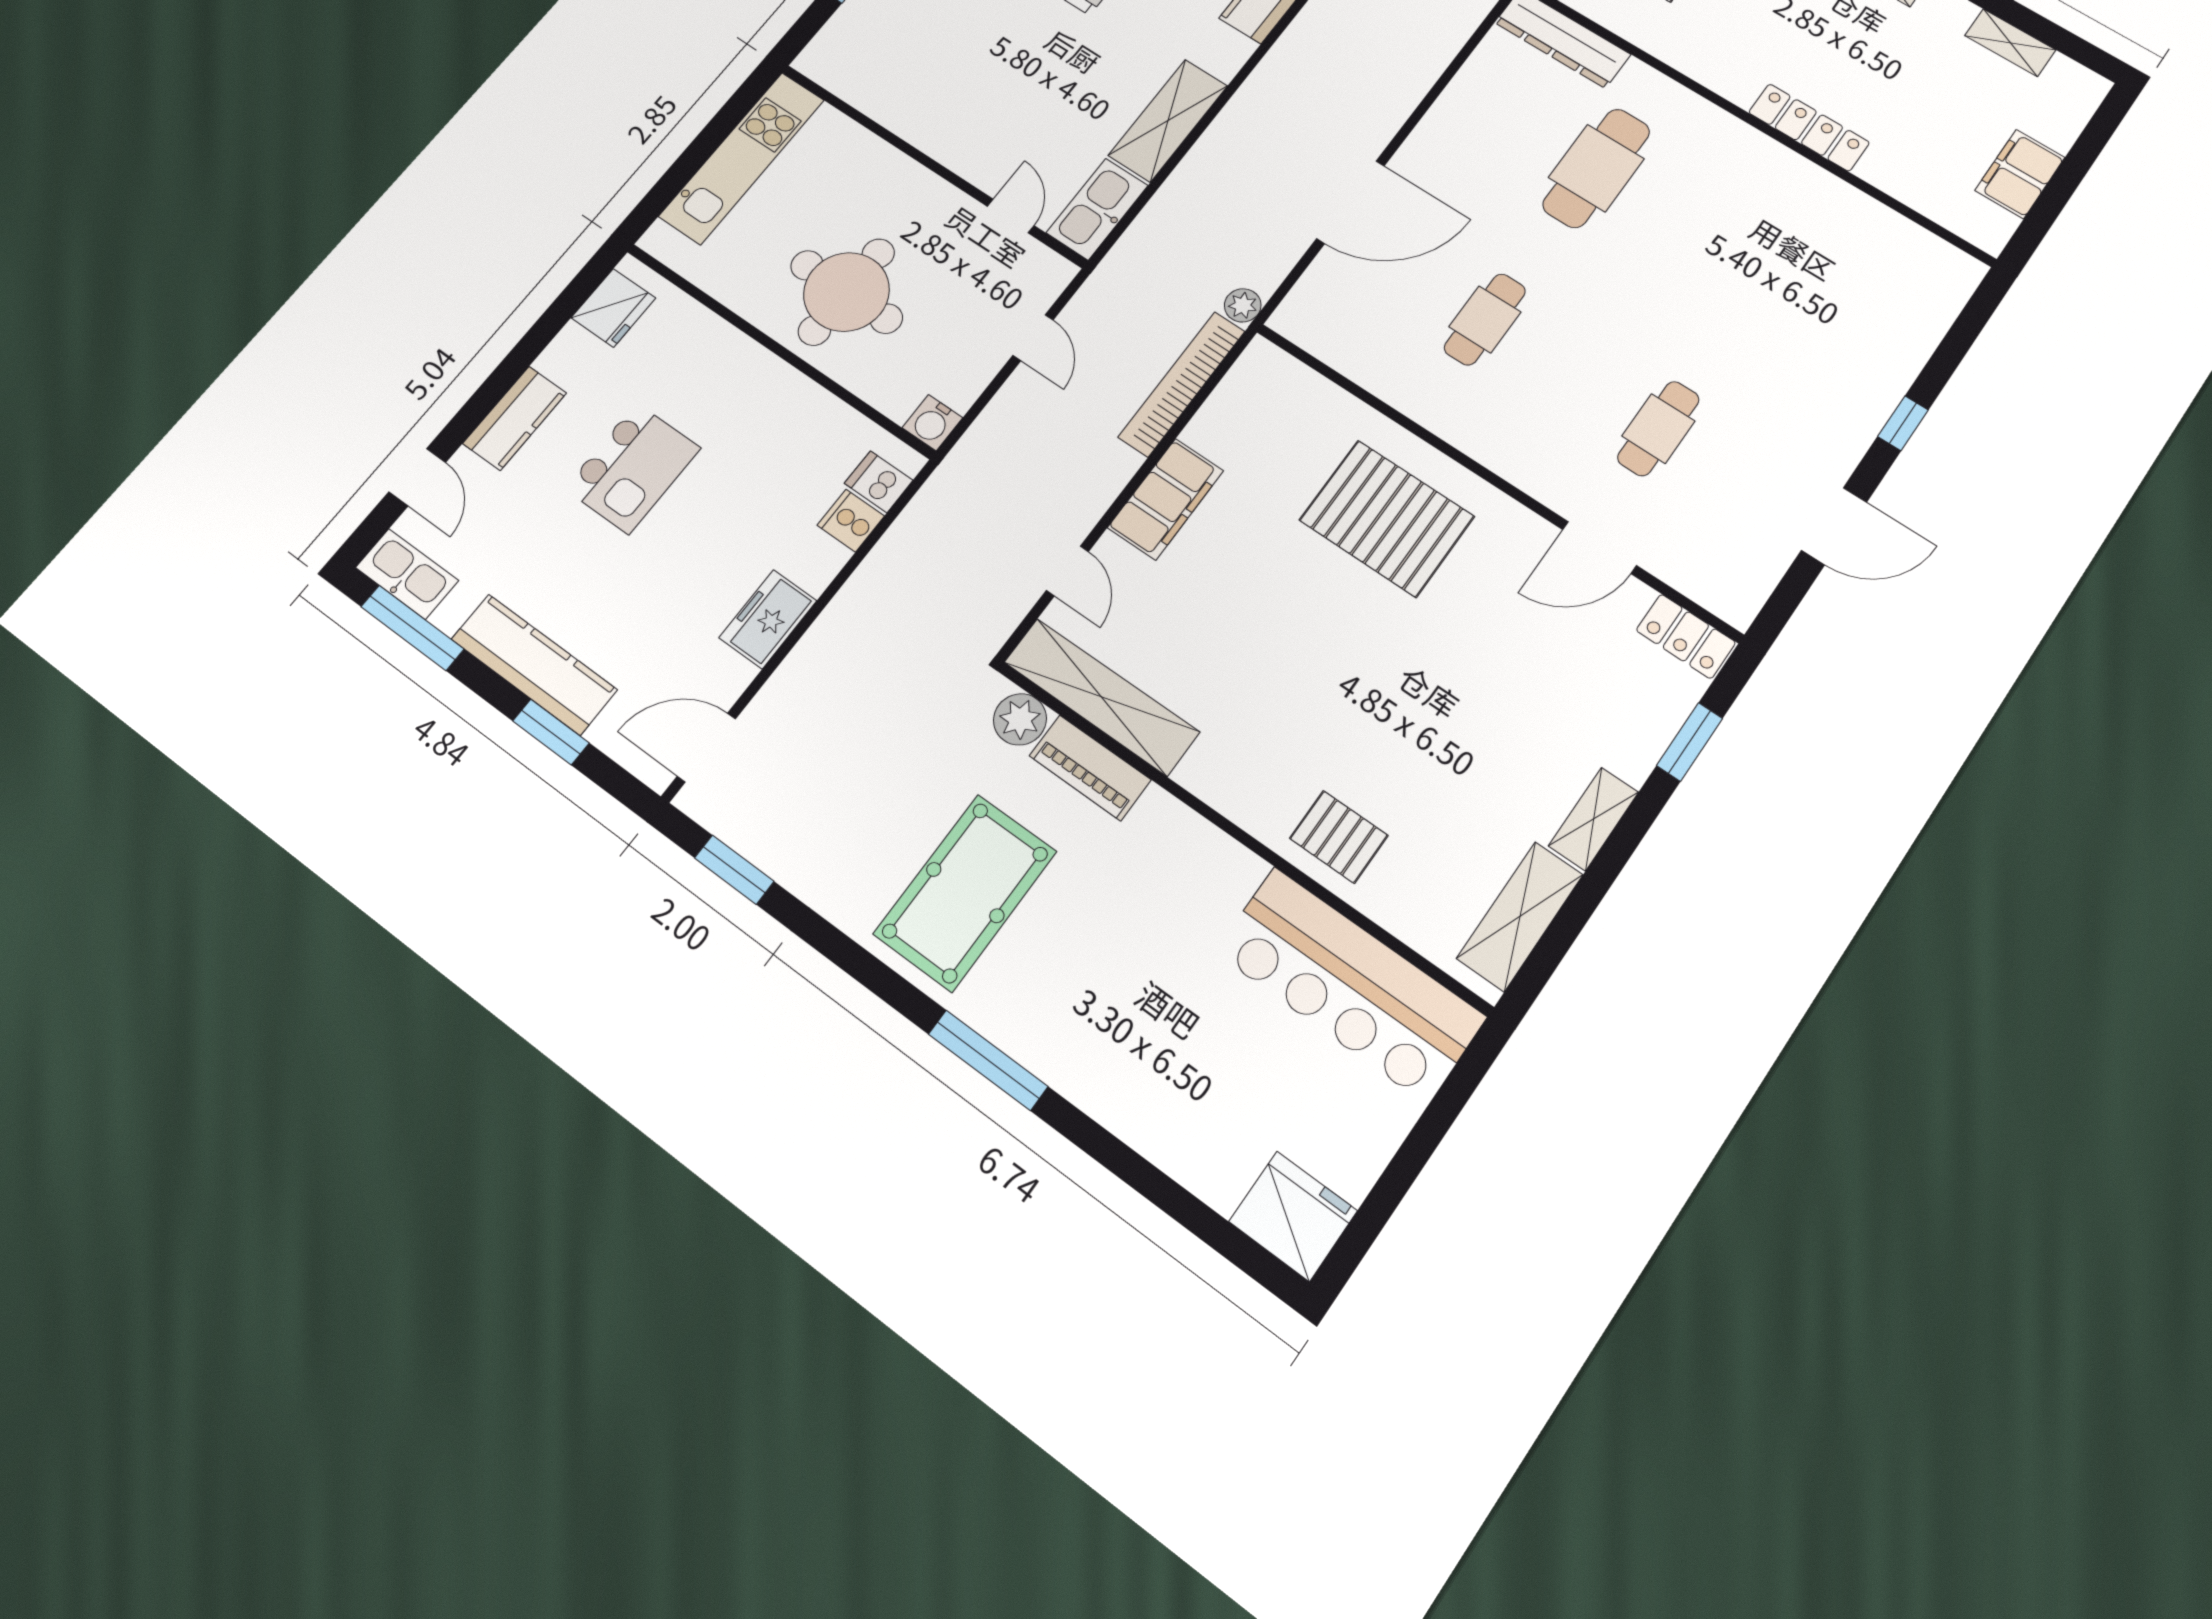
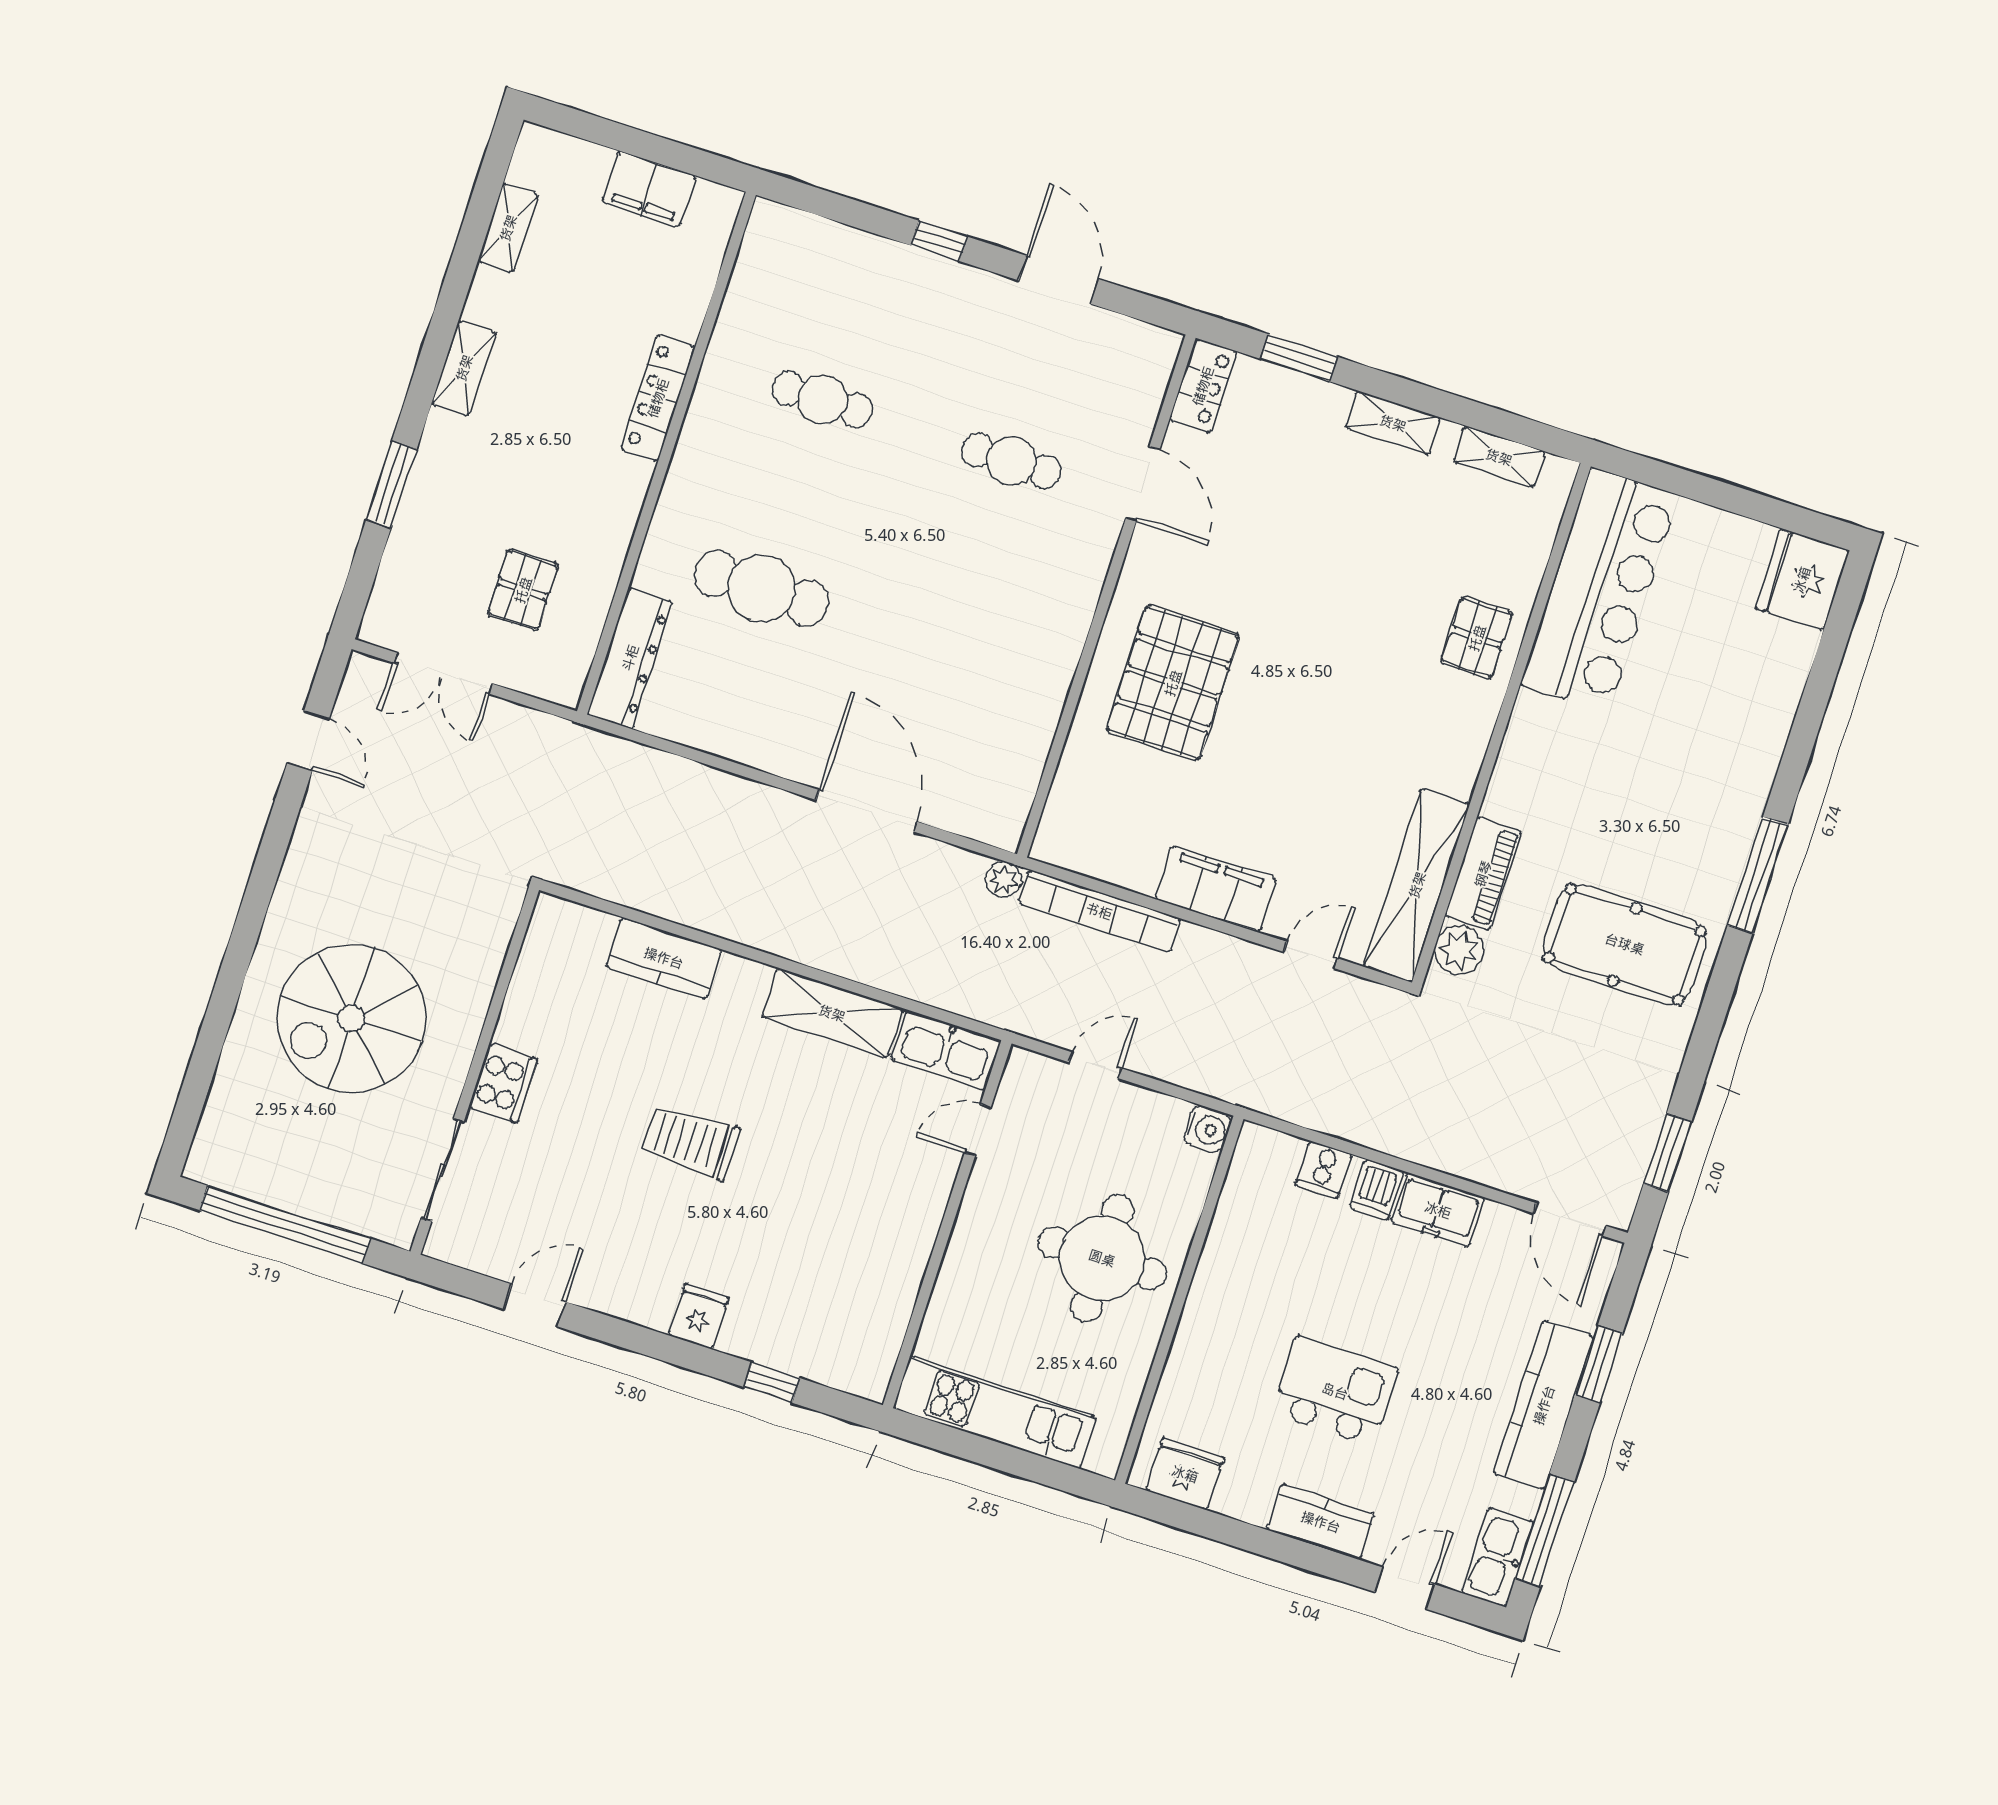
cafe table: (1485, 319) -> (823, 400), moved
dishwasher: (879, 482) -> (1377, 1190), moved
shelving: (1520, 916) -> (1499, 457), width x0.67, depth x0.75

